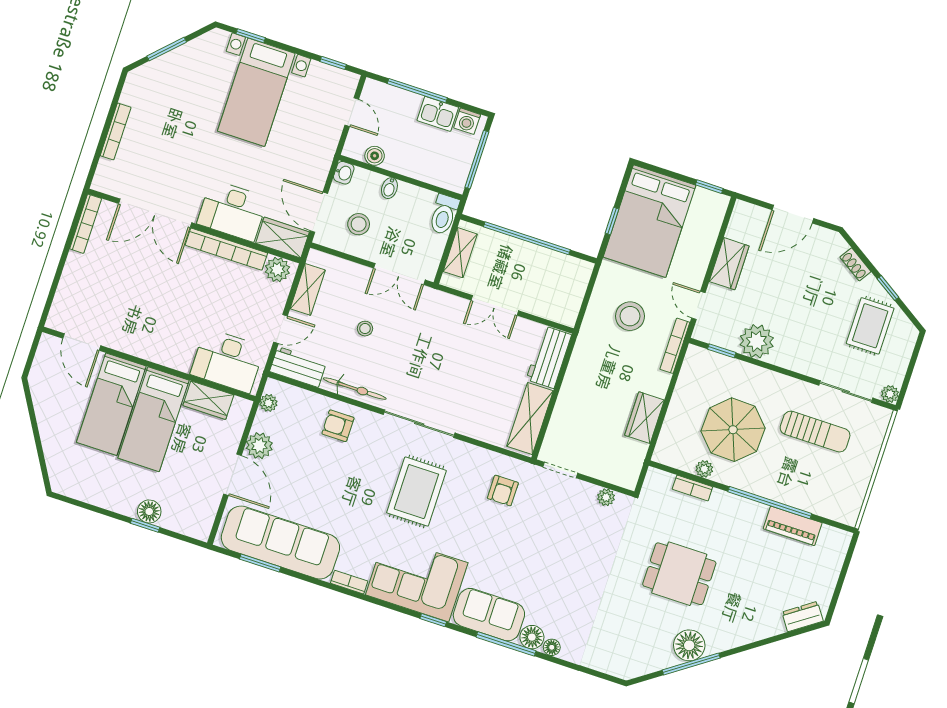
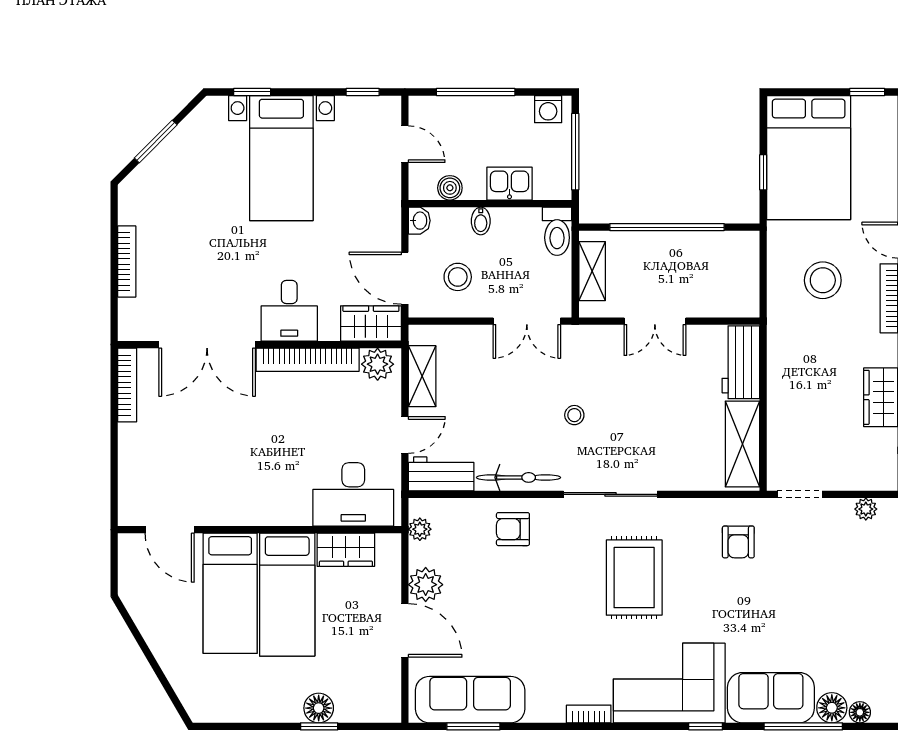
kitchen sink: (438, 114) -> (509, 184), moved, turned 180
desk: (232, 211) -> (289, 311), width x0.73
stool: (365, 329) -> (574, 415), moved
sofa: (280, 542) -> (470, 700), width x0.74, depth x0.79

